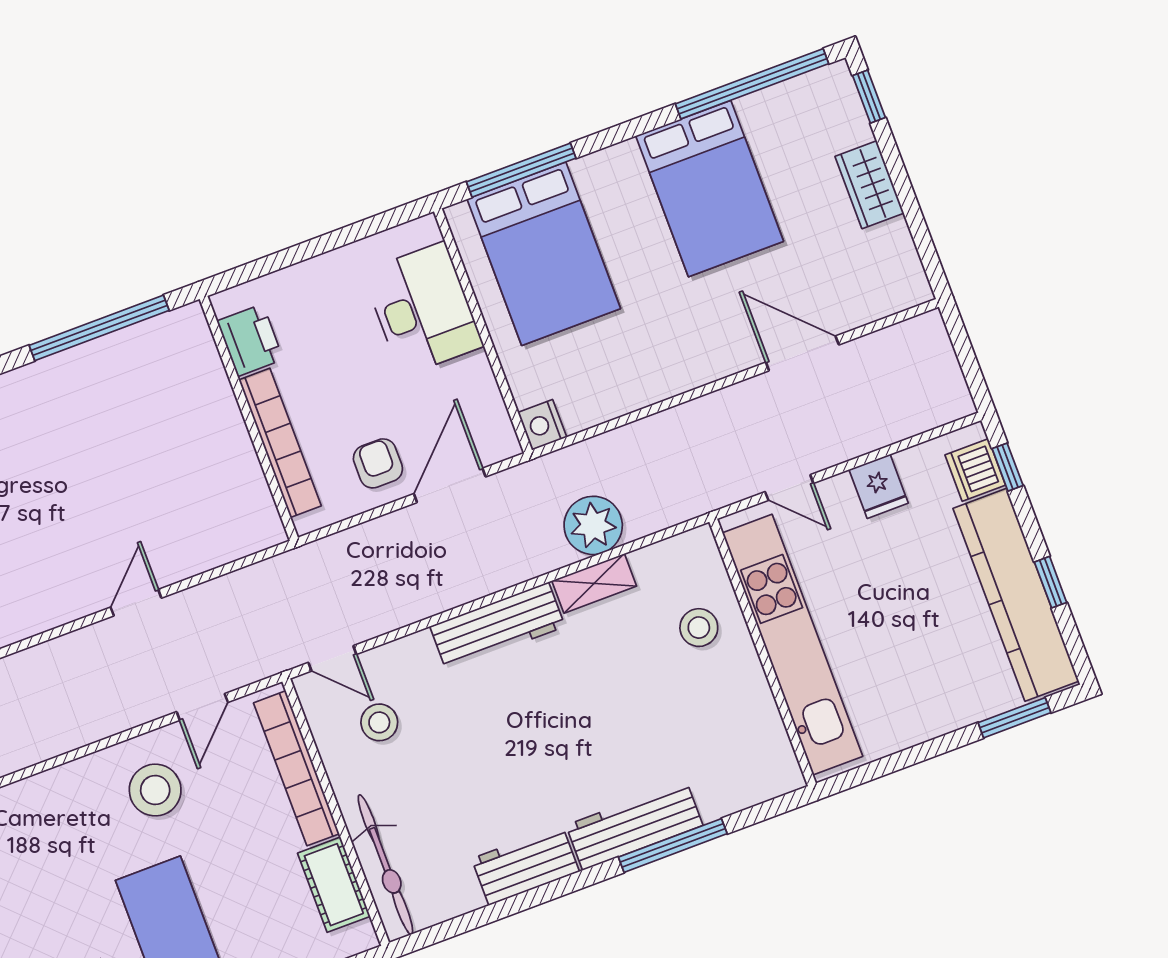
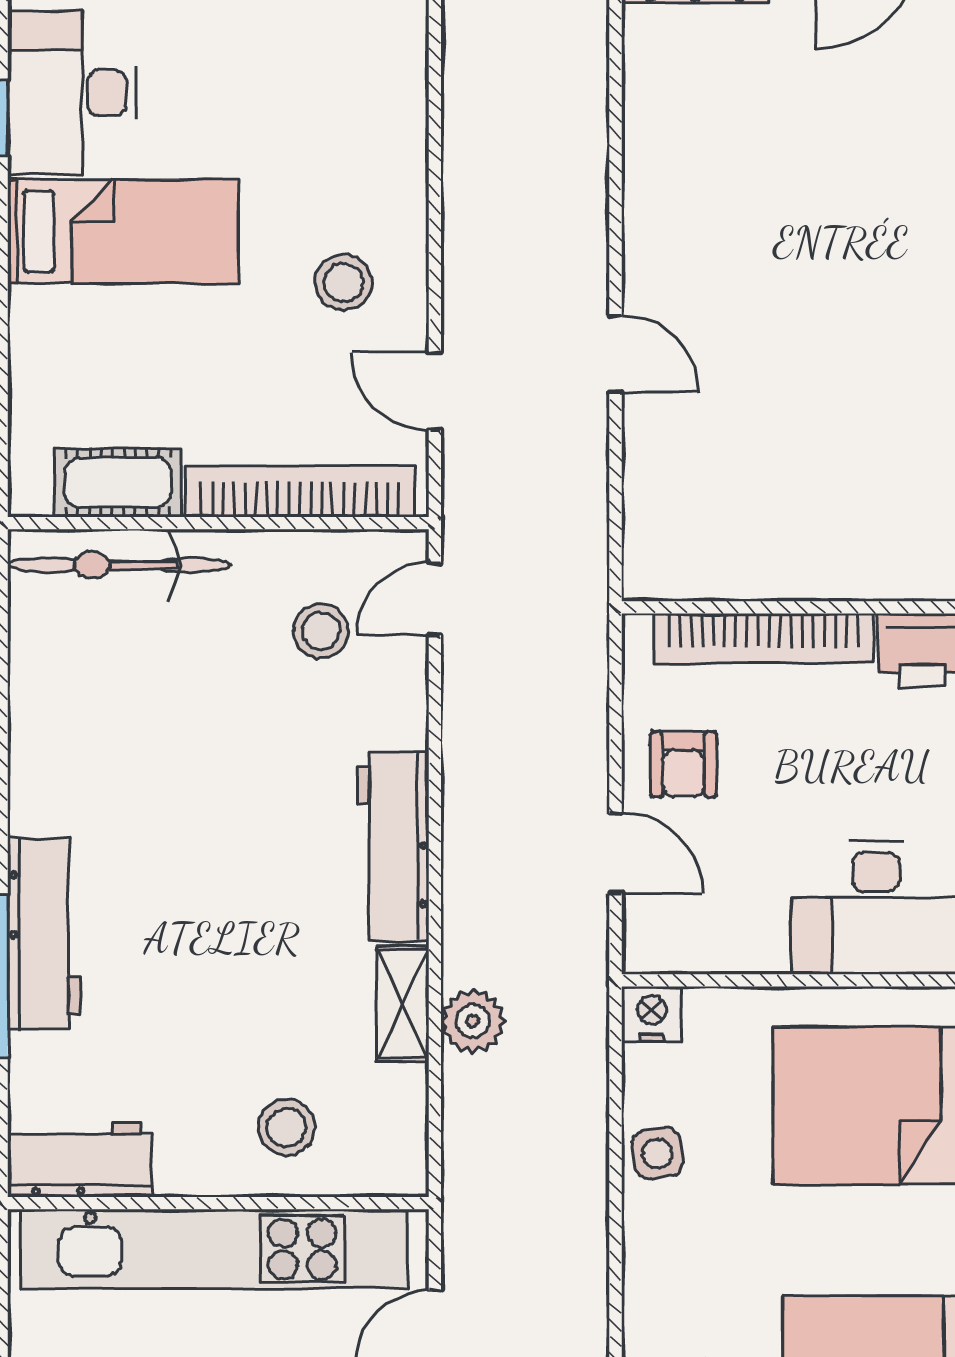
side table: (628, 389) -> (657, 1153), added
armchair: (378, 463) -> (684, 764), turned 90
door: (450, 485) -> (616, 853), width x0.73
plant: (593, 525) -> (473, 1021), width x0.73, depth x0.73
stool: (155, 790) -> (344, 282), width x0.73, depth x0.73
workbench: (526, 865) -> (80, 1160), moved, turned -90

